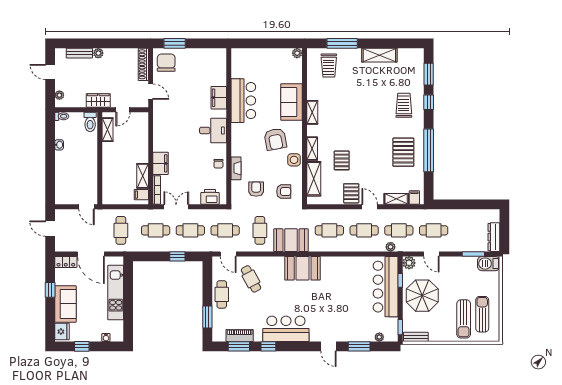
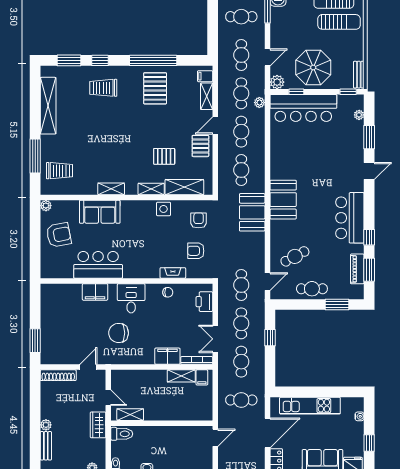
shelving: (379, 55) -> (48, 106), width x1.47
chair: (166, 63) -> (119, 333), moved
armchair: (275, 139) -> (59, 235), moved
pallet: (403, 152) -> (155, 88), turned 90
pallet: (351, 193) -> (200, 146), turned 90
cafe table: (260, 230) -> (241, 17), moved

